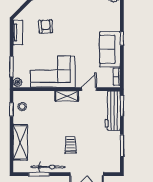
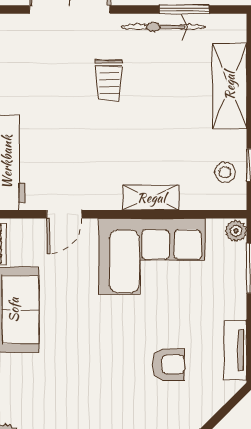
armchair: (46, 27) -> (169, 365), turned -87
shelving: (67, 96) -> (151, 198), moved

